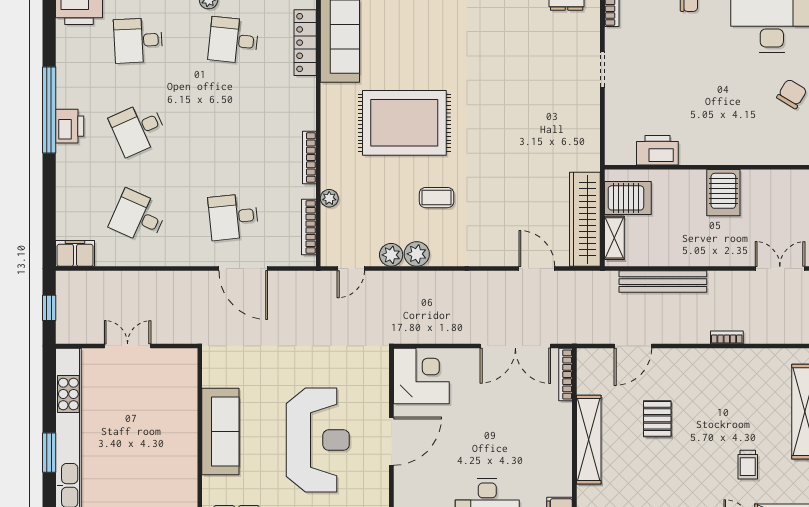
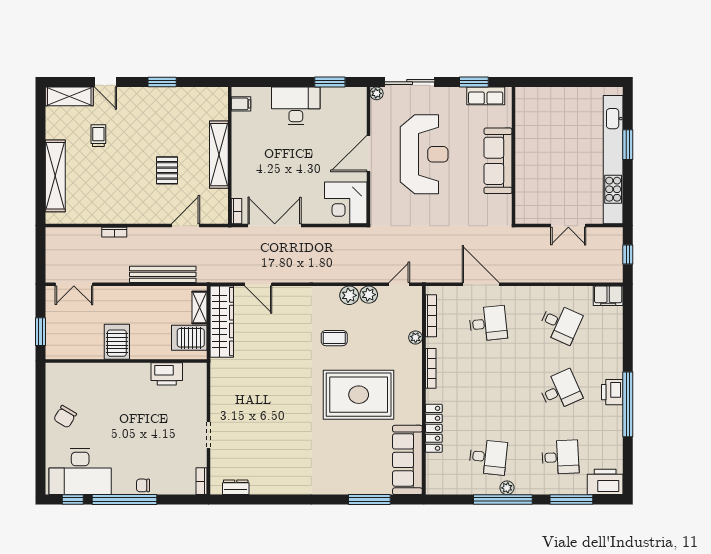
locker: (305, 43) -> (434, 428), moved
bookcase: (566, 374) -> (236, 211), width x0.64
reception desk: (318, 440) -> (424, 154), turned 180

